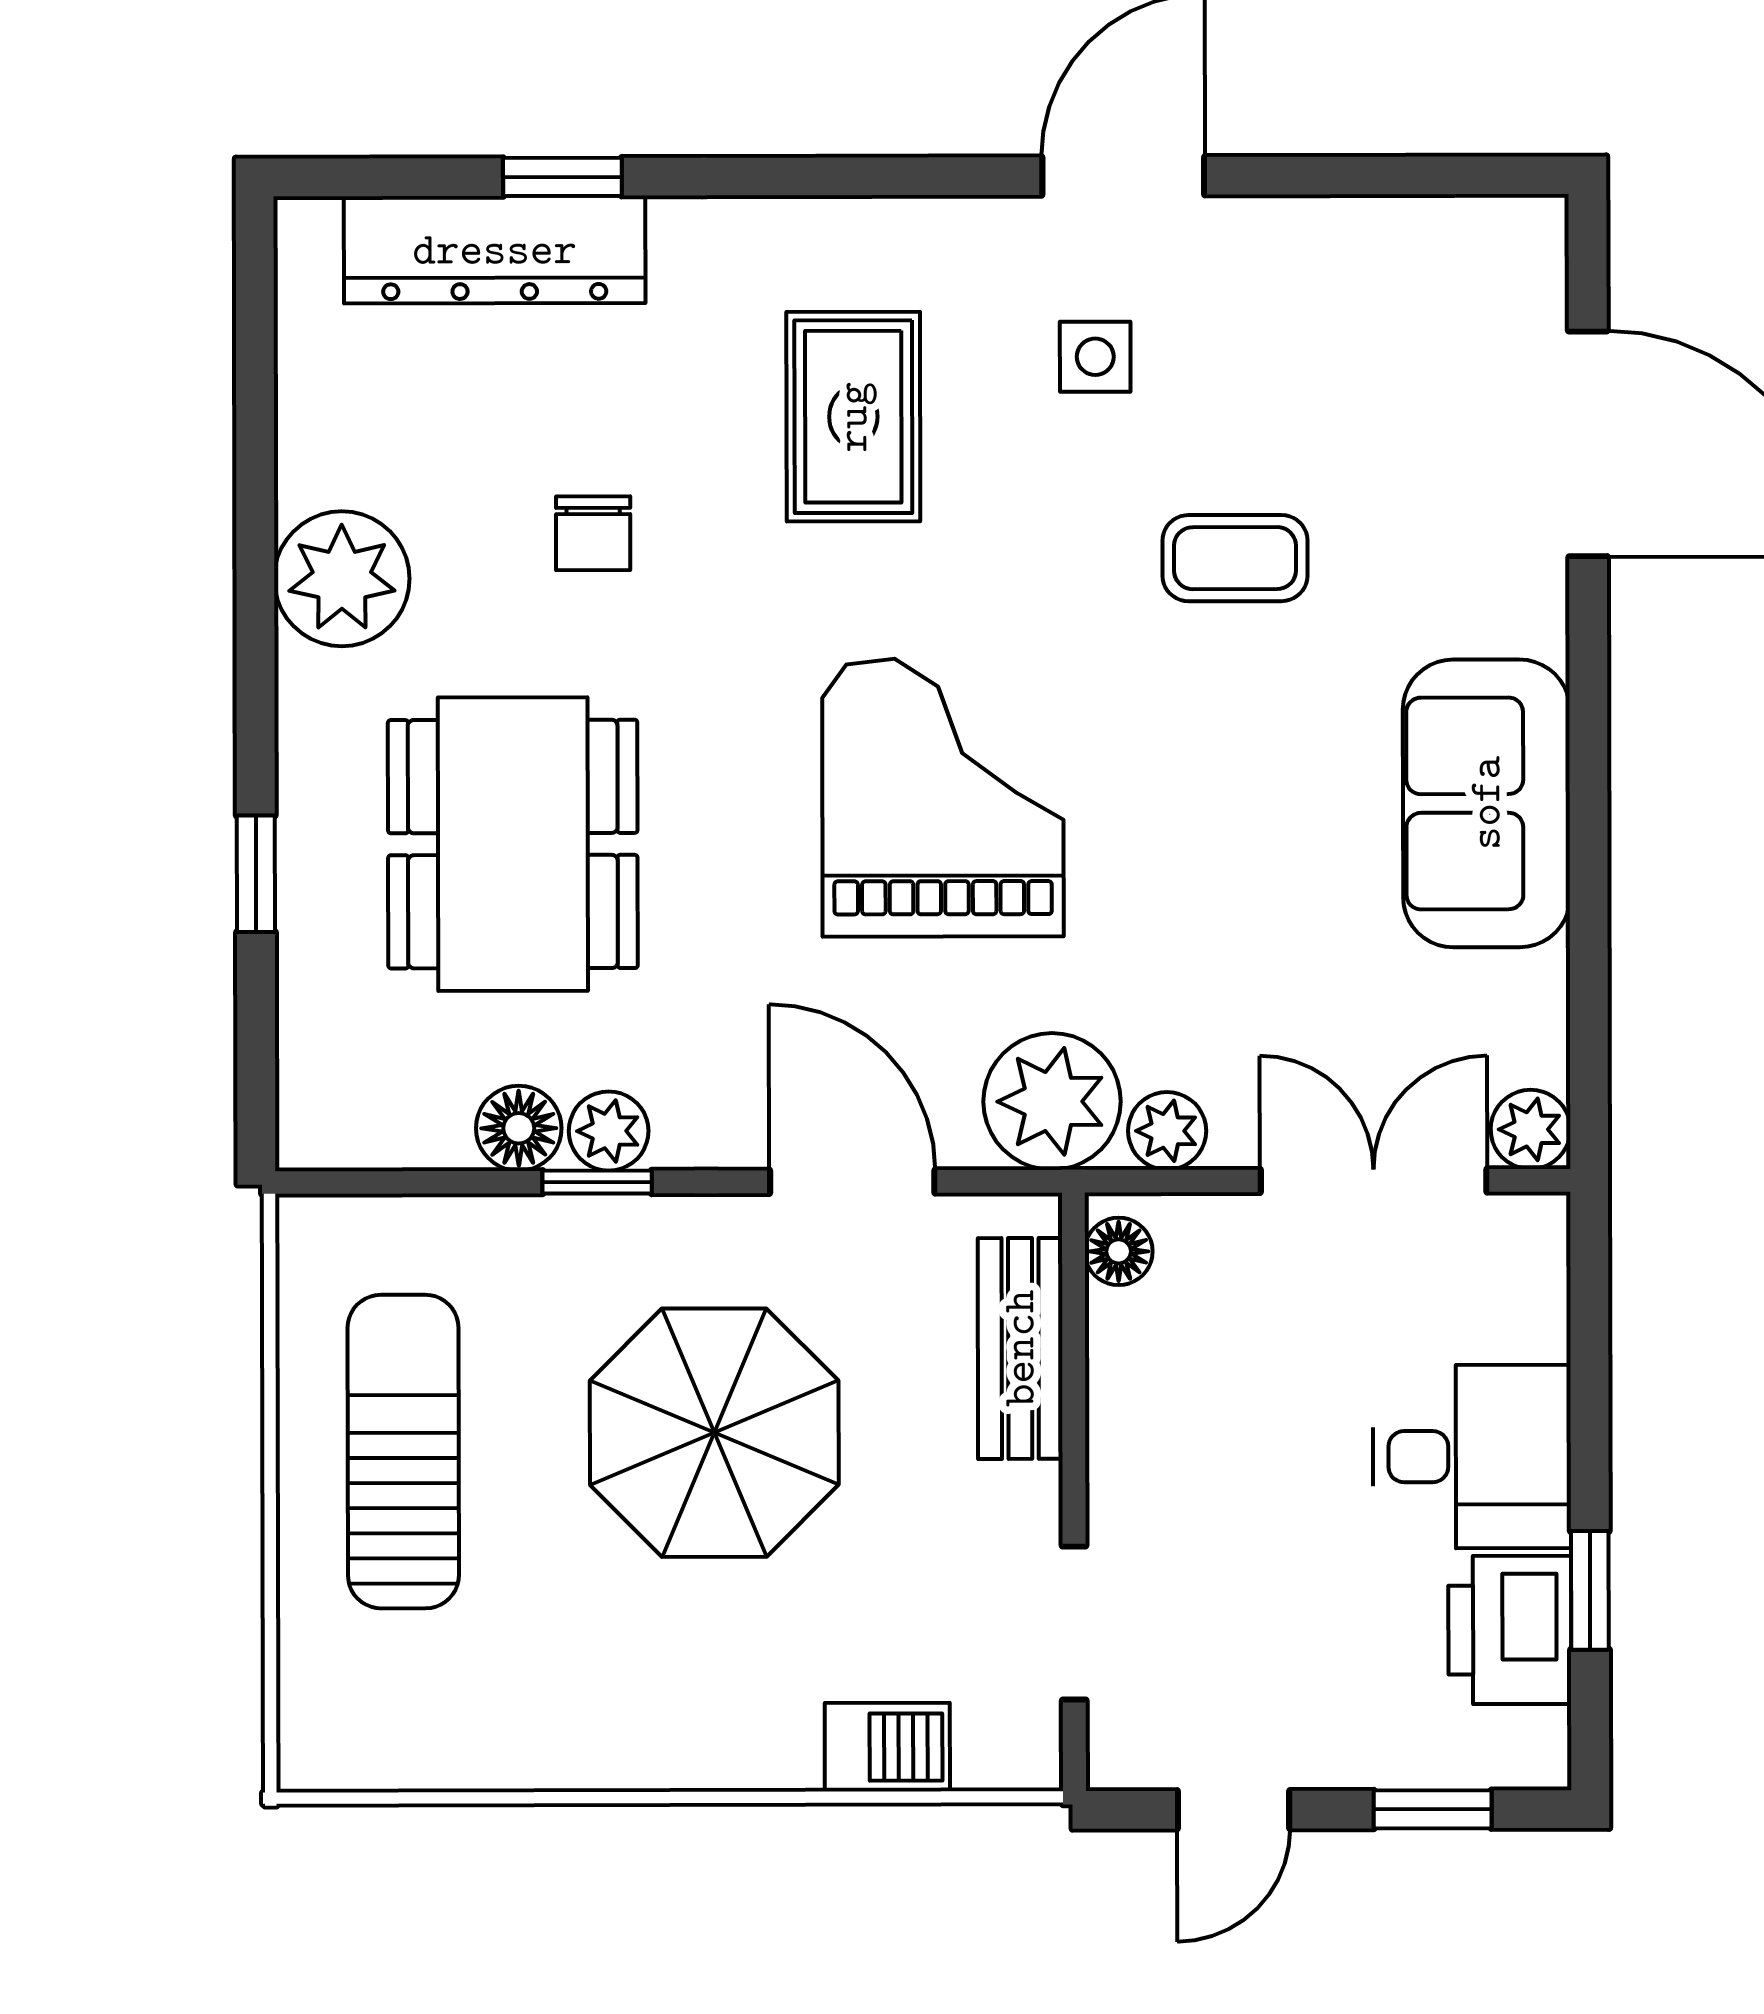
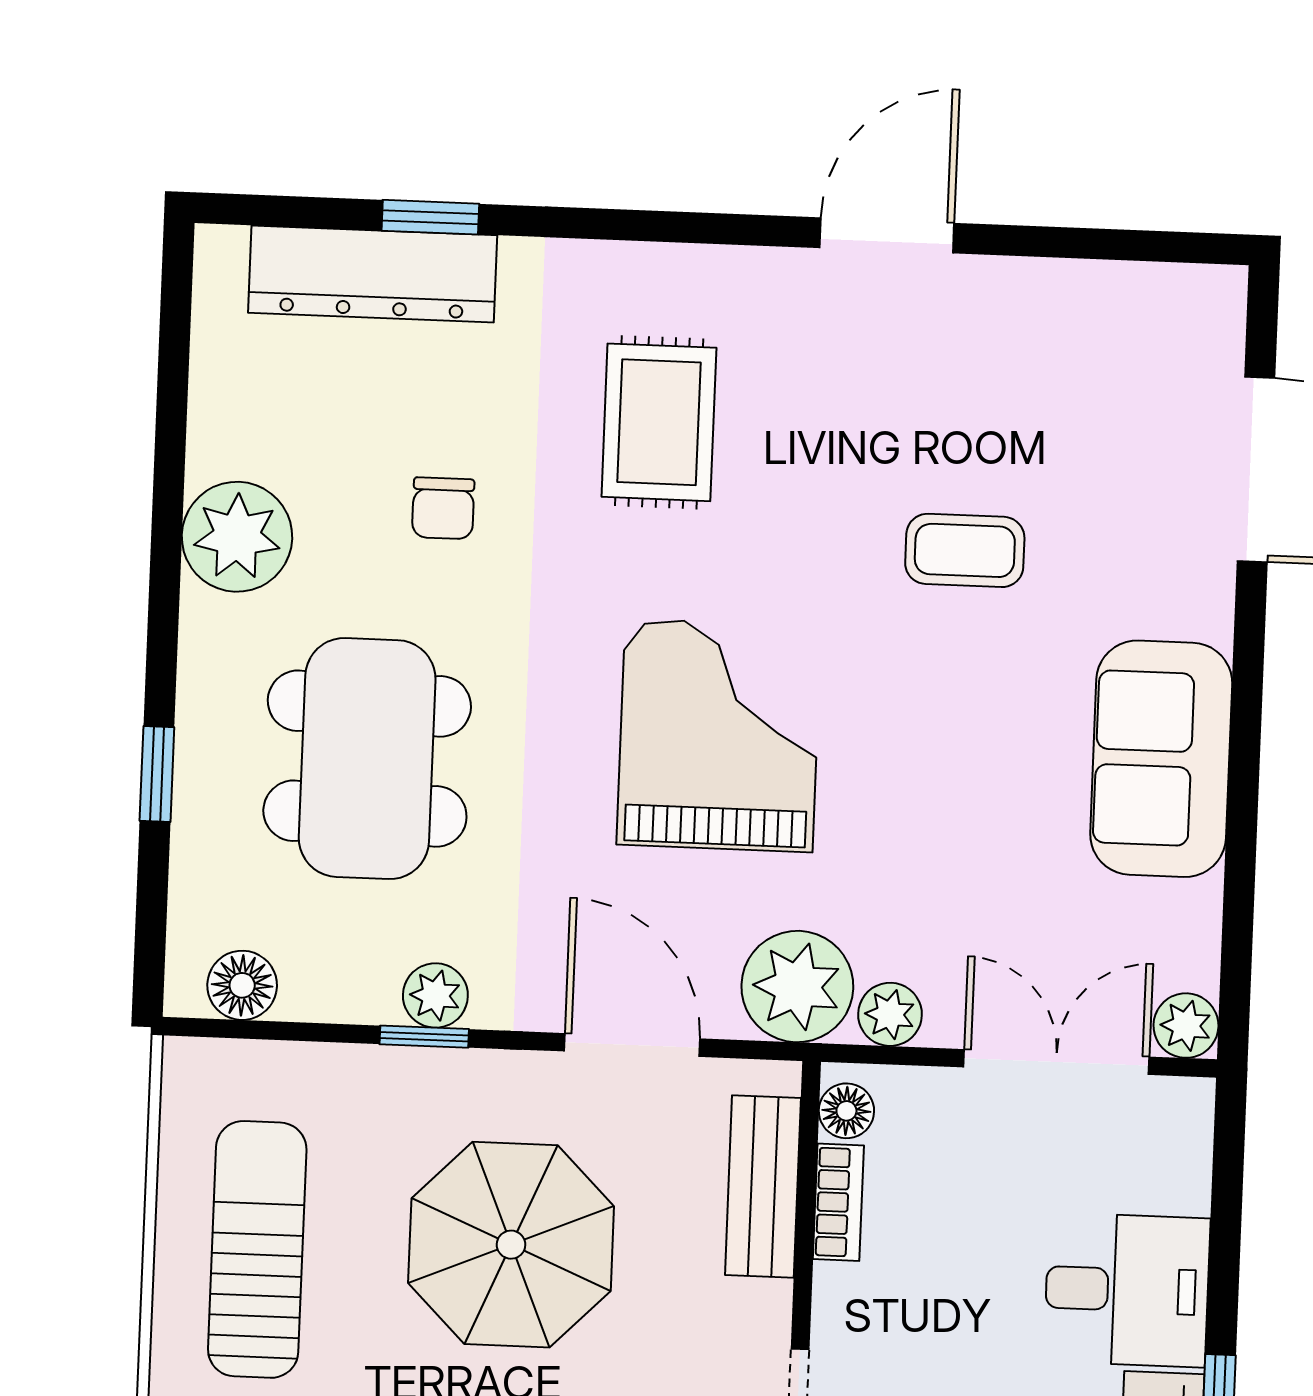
side table: (1095, 357) -> (858, 382), removed
floor lamp: (519, 1128) -> (242, 985), moved
bookcase: (1113, 1364) -> (838, 1202), added

